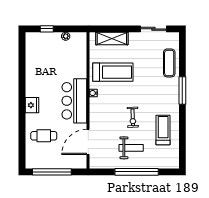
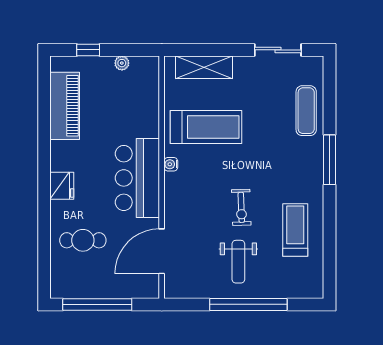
piano: (33, 60) -> (65, 106), added
weight bench: (131, 148) -> (238, 262), turned 90

